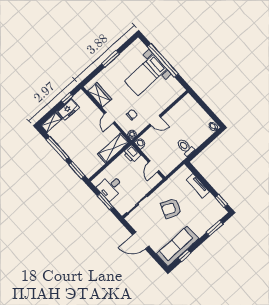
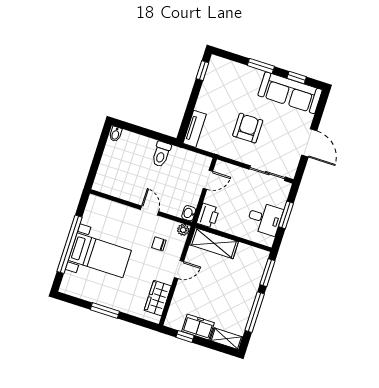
tv unit: (198, 186) -> (195, 129), moved
armchair: (171, 208) -> (248, 128), turned -112
window: (215, 228) -> (261, 66), moved

